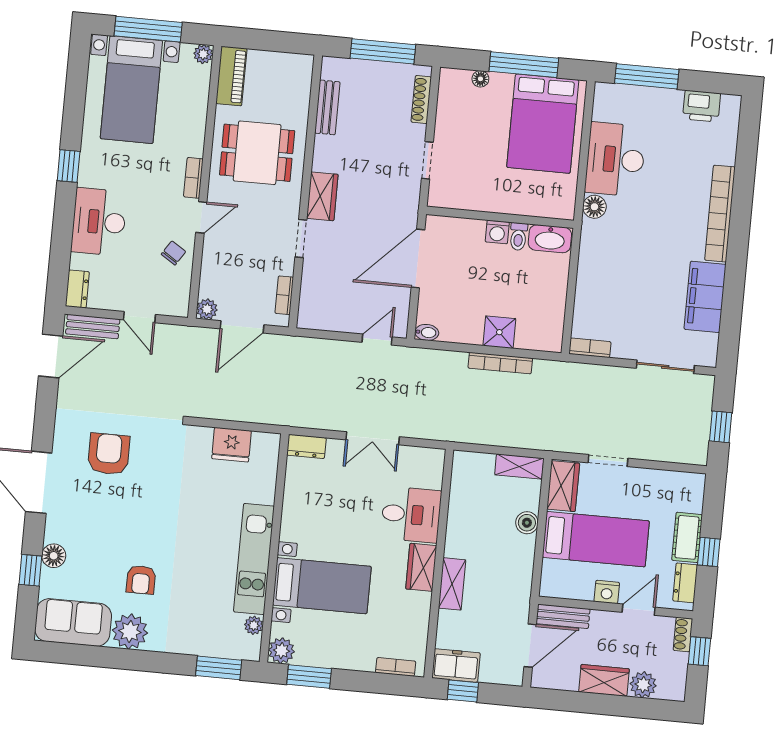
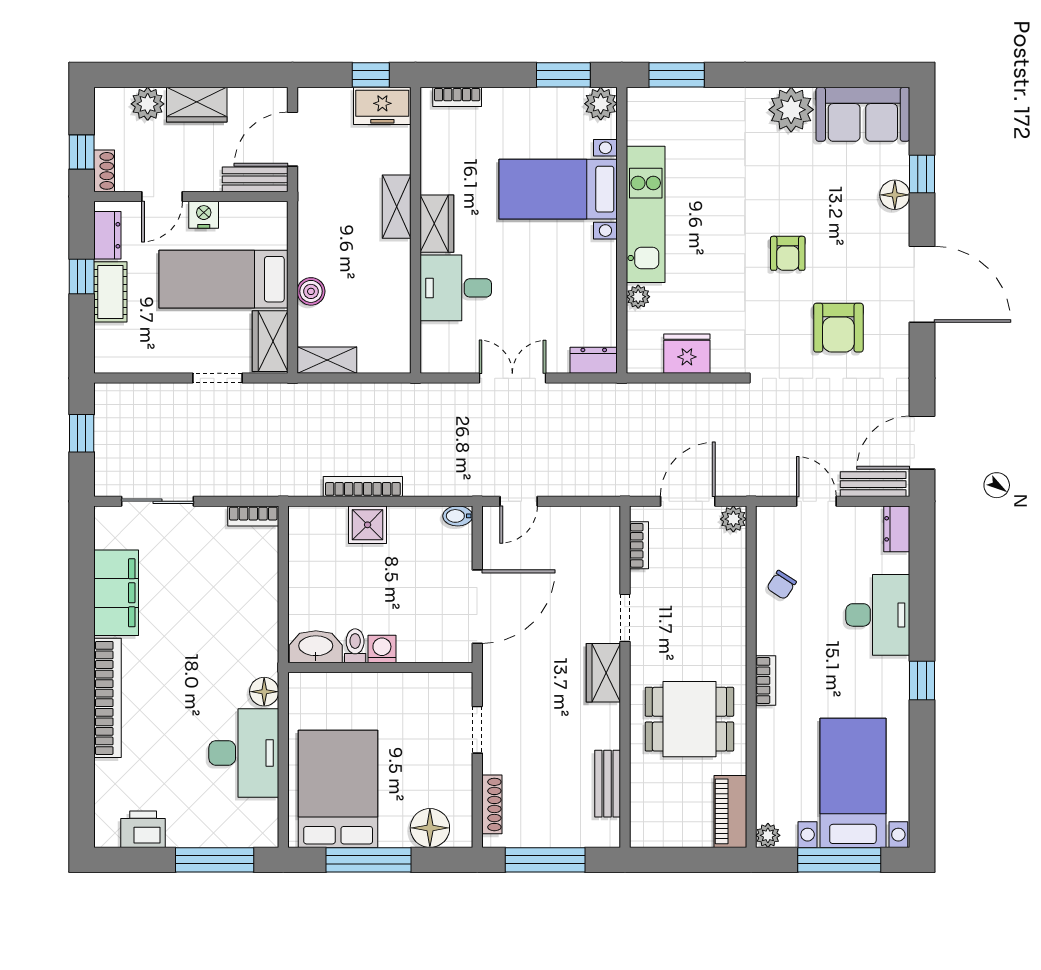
floor lamp: (480, 79) -> (430, 828), width x1.89, depth x1.89
door: (201, 217) -> (751, 632), removed
armchair: (141, 580) -> (788, 253), moved, turned 180
plant: (254, 625) -> (638, 297), moved

